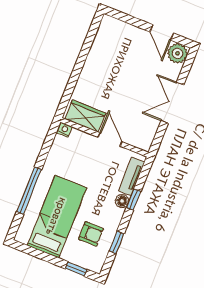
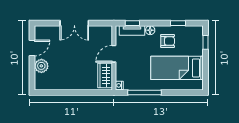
plant: (178, 53) -> (41, 66), moved
window: (29, 191) -> (145, 93), moved
window: (134, 200) -> (132, 23), moved
armchair: (91, 234) -> (168, 41), moved, turned 90

